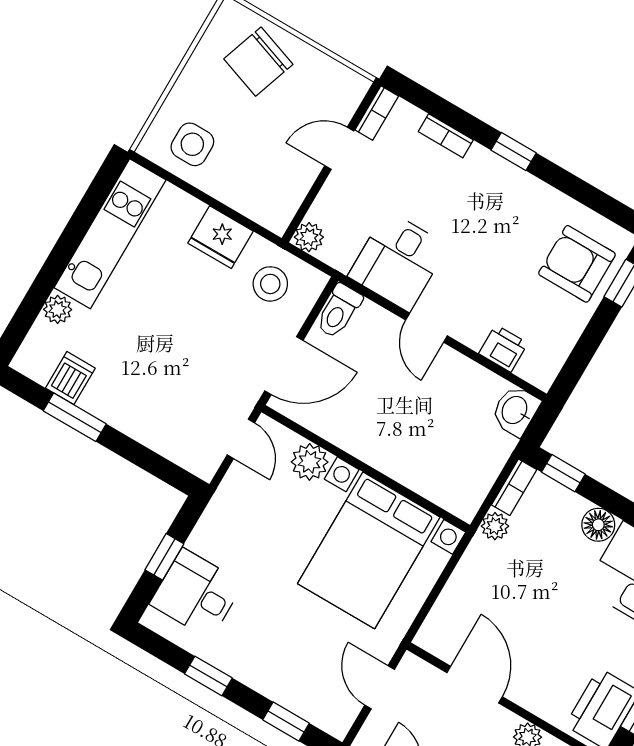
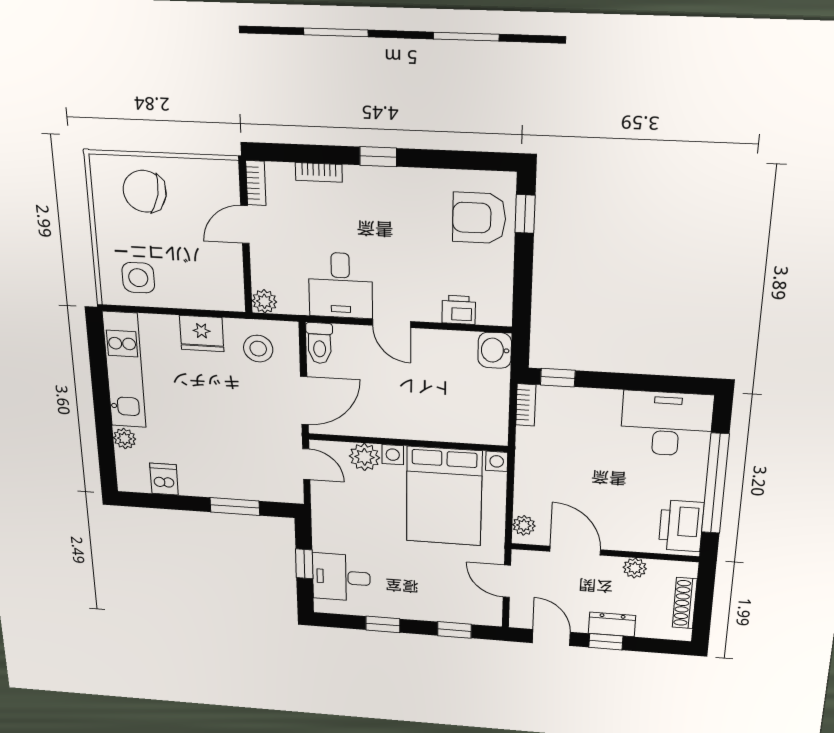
chair: (258, 62) -> (145, 191), turned 82
window: (75, 417) -> (235, 506), moved
floor lamp: (598, 525) -> (606, 402), removed
plant: (495, 526) -> (524, 525), moved

